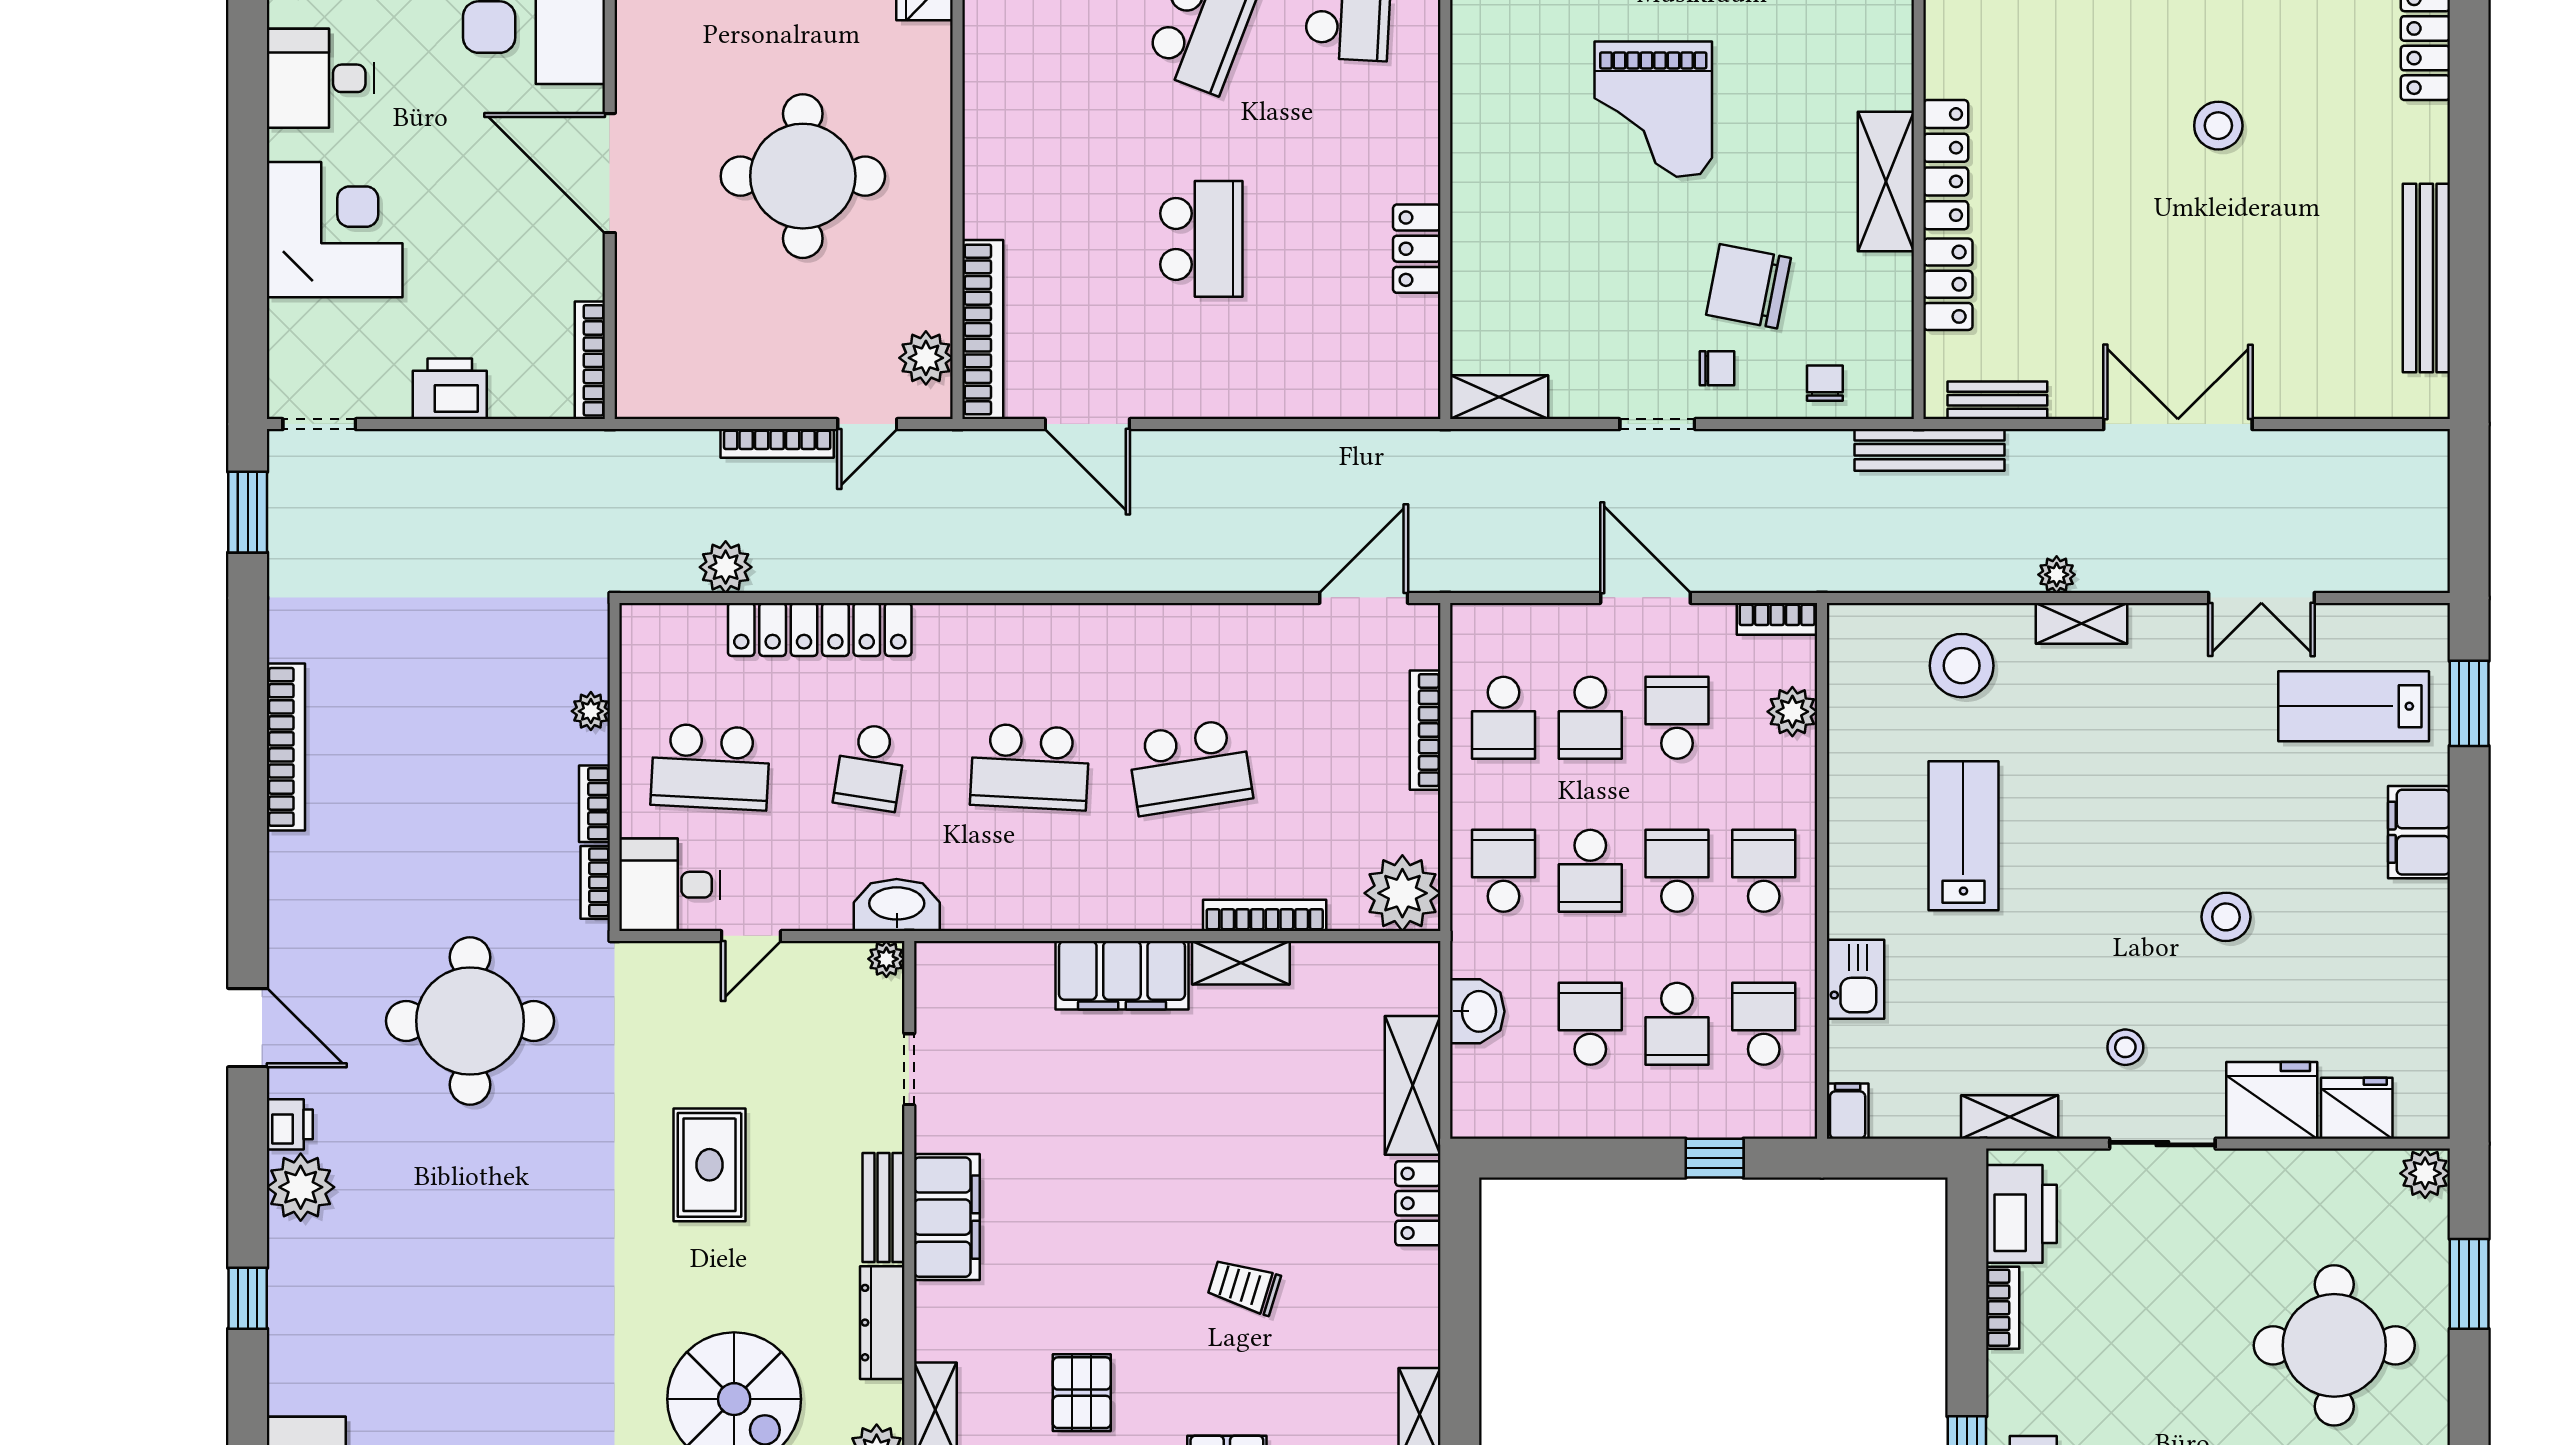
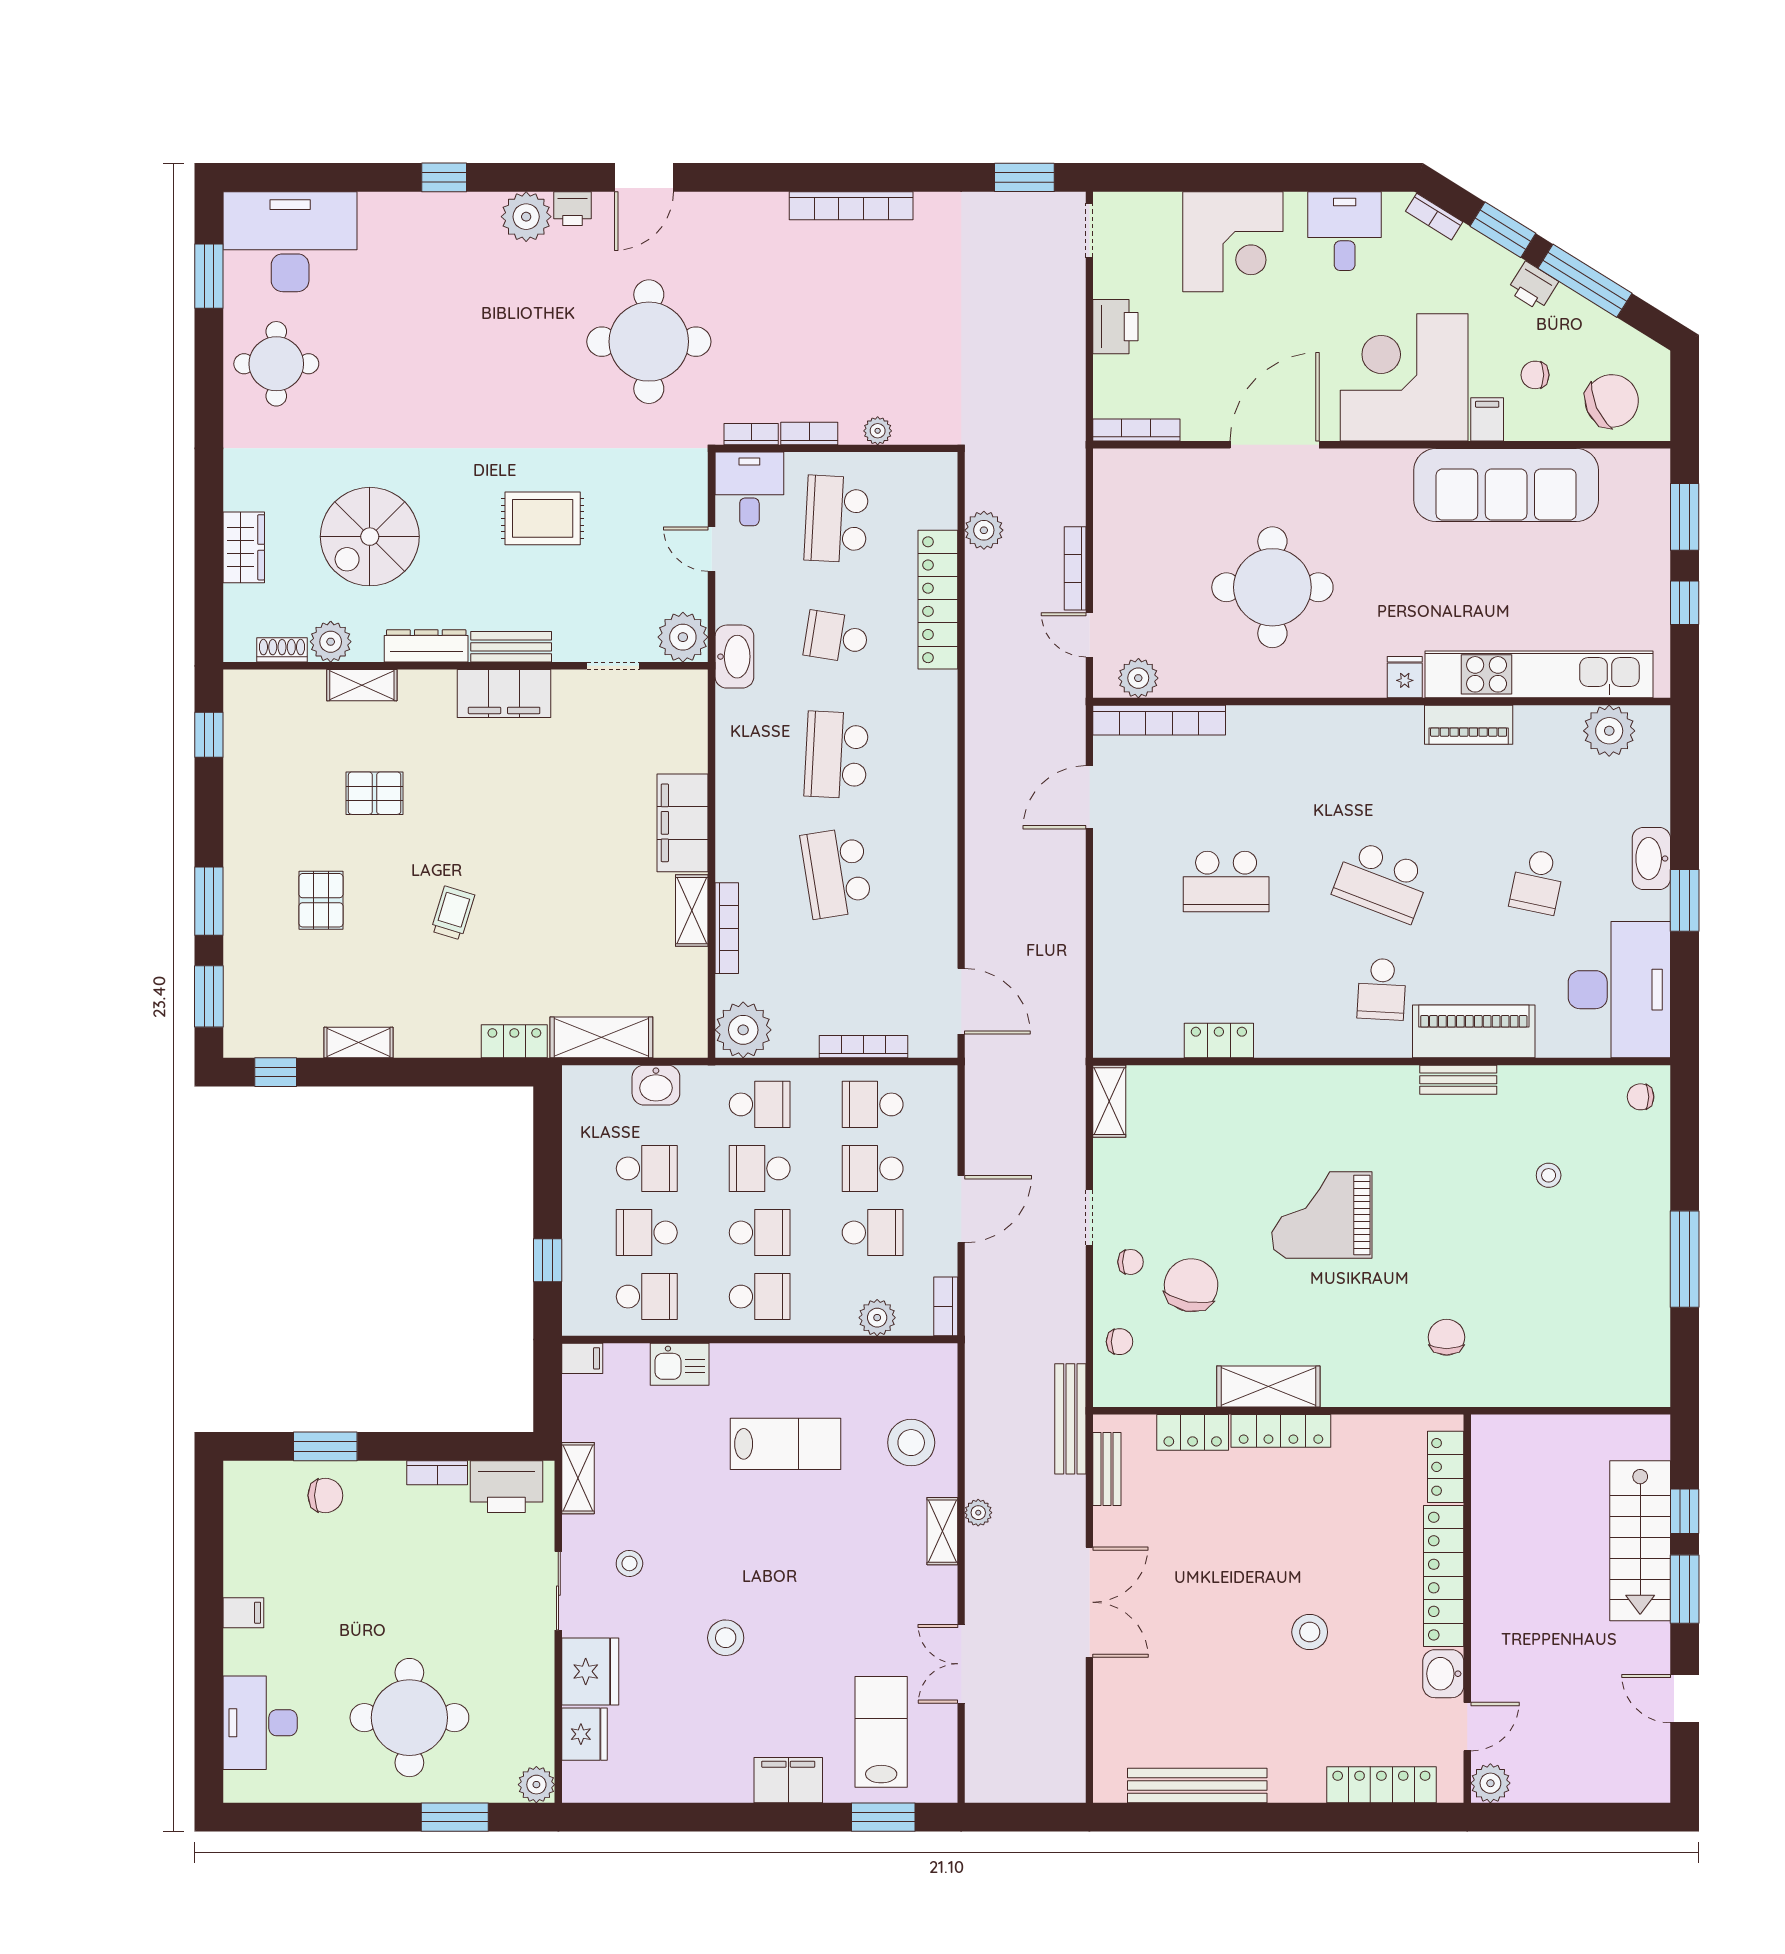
chair: (1717, 368) -> (1131, 1262), turned -90
plant: (886, 959) -> (683, 637), width x1.88, depth x1.88

